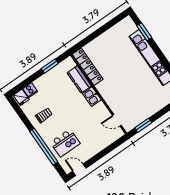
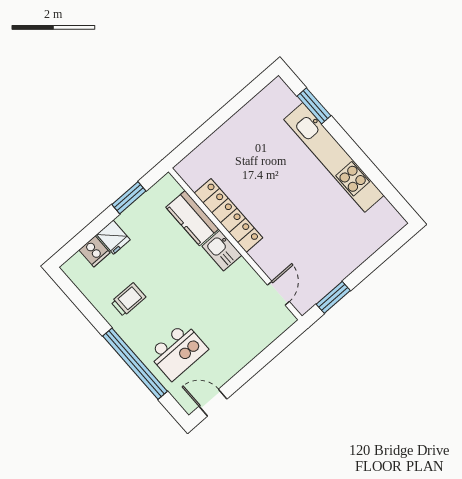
locker: (88, 67) -> (228, 215), moved
fridge: (21, 97) -> (113, 237), moved
door: (117, 120) -> (278, 293), swing flipped

